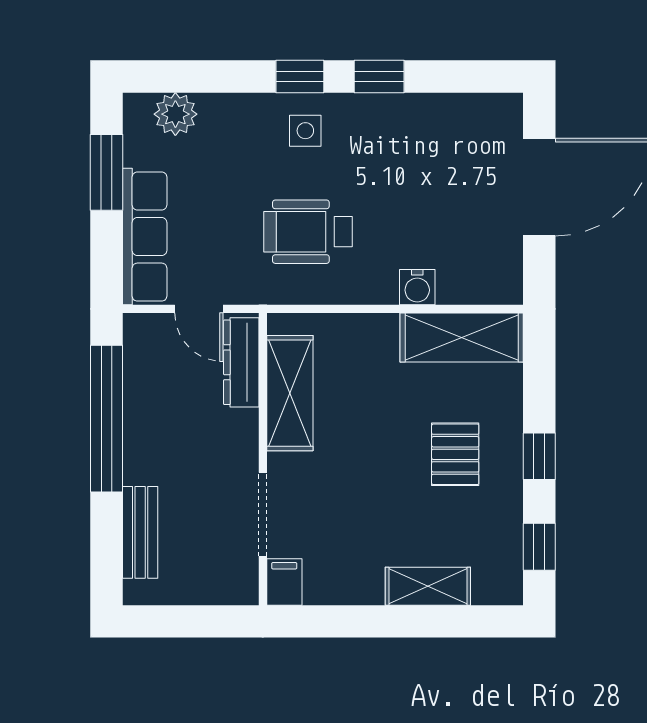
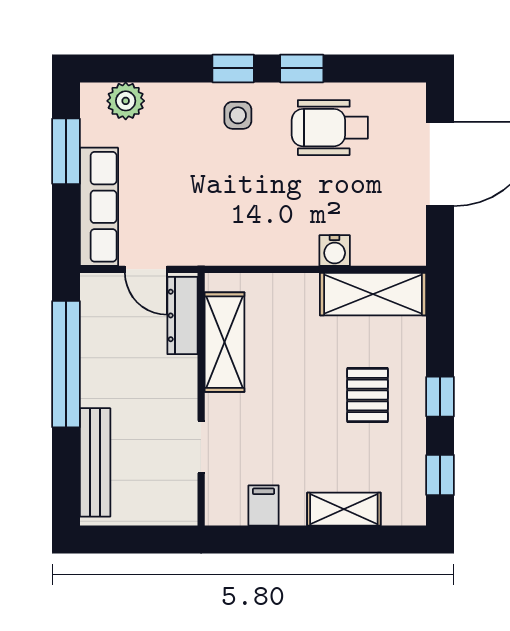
wheelchair: (308, 232) -> (330, 128), moved
doorway: (263, 514) -> (201, 447), width x0.73
bench: (140, 532) -> (95, 462), width x1.36
filing cabinet: (284, 582) -> (264, 505), moved

